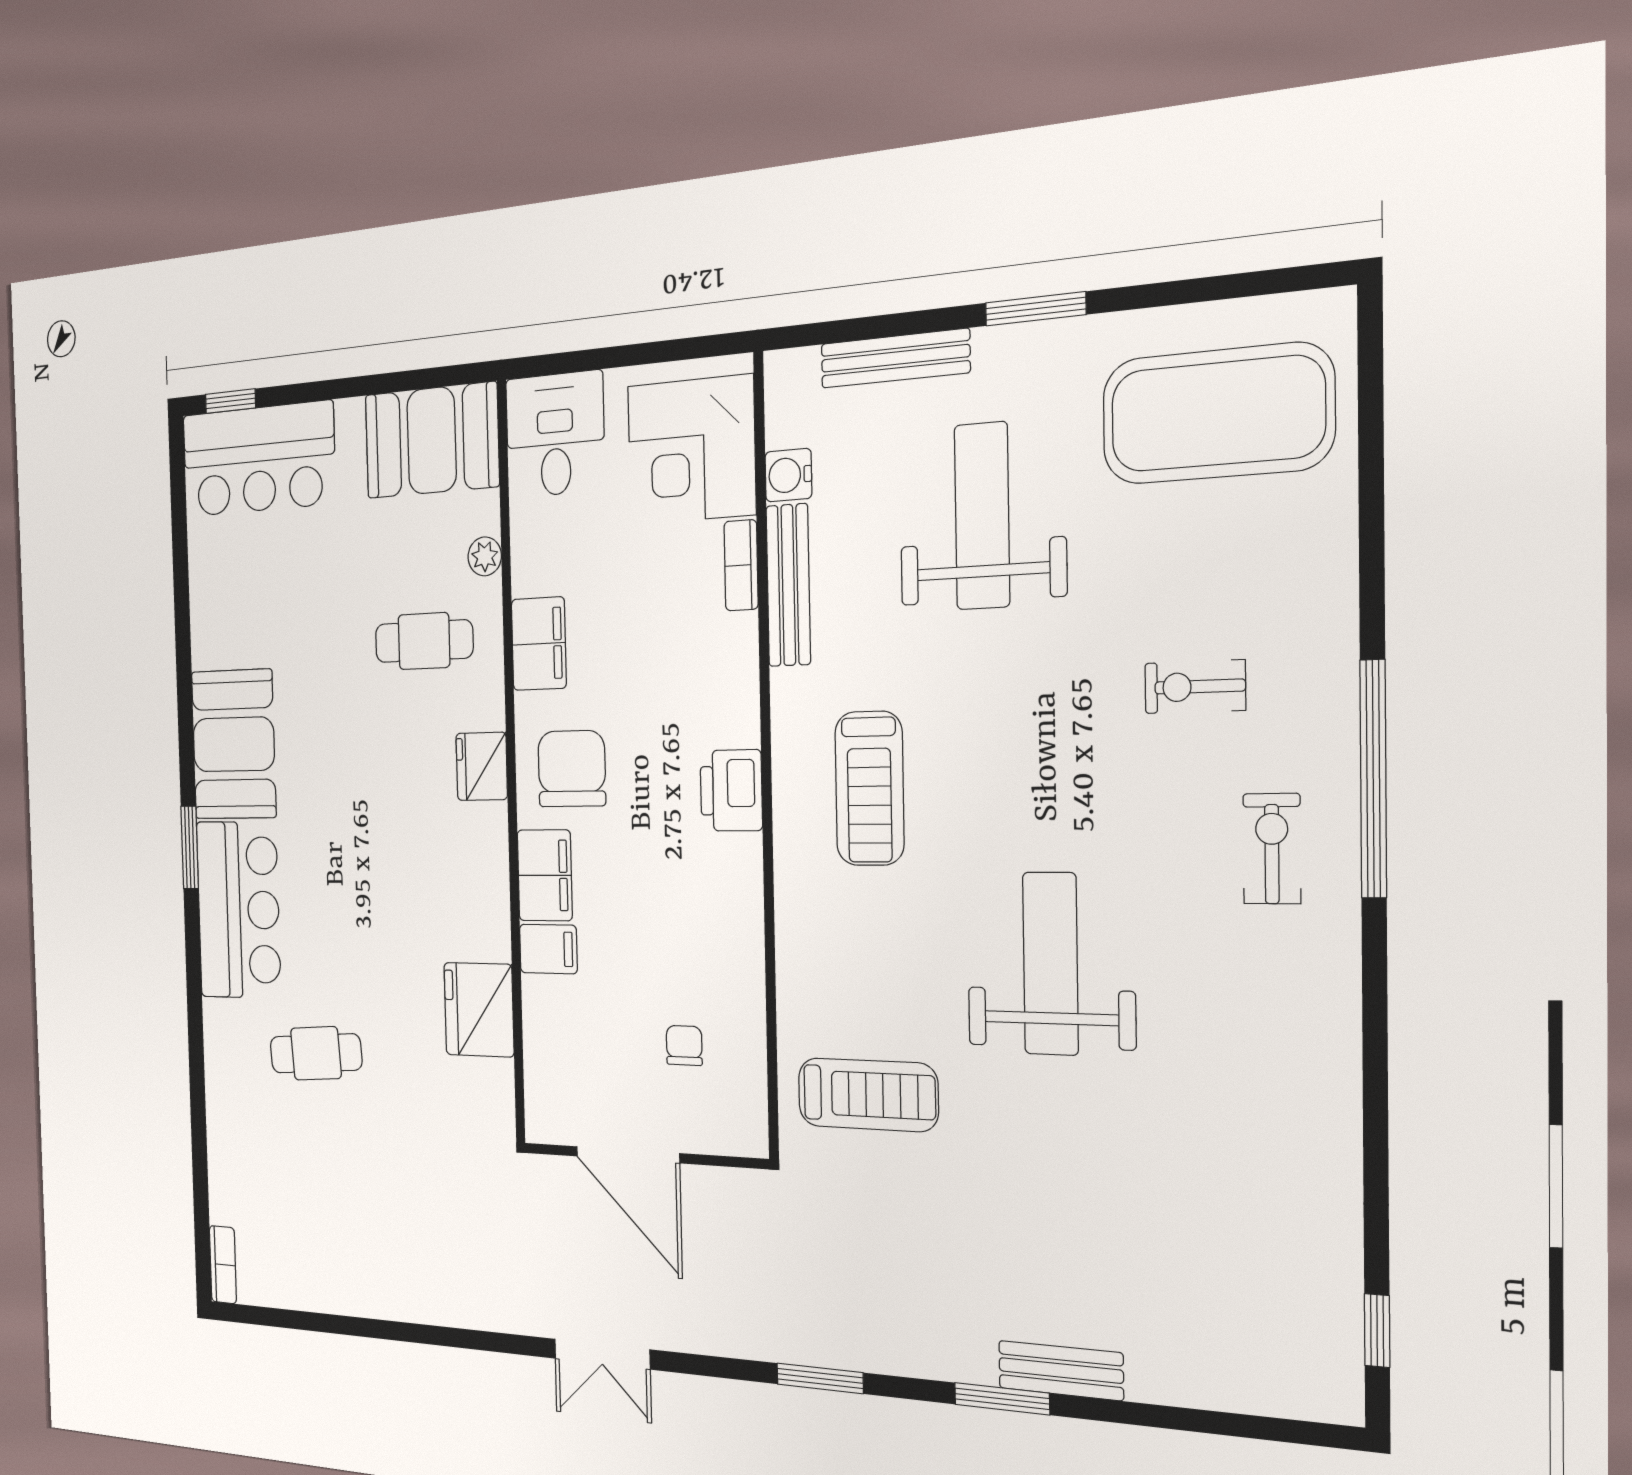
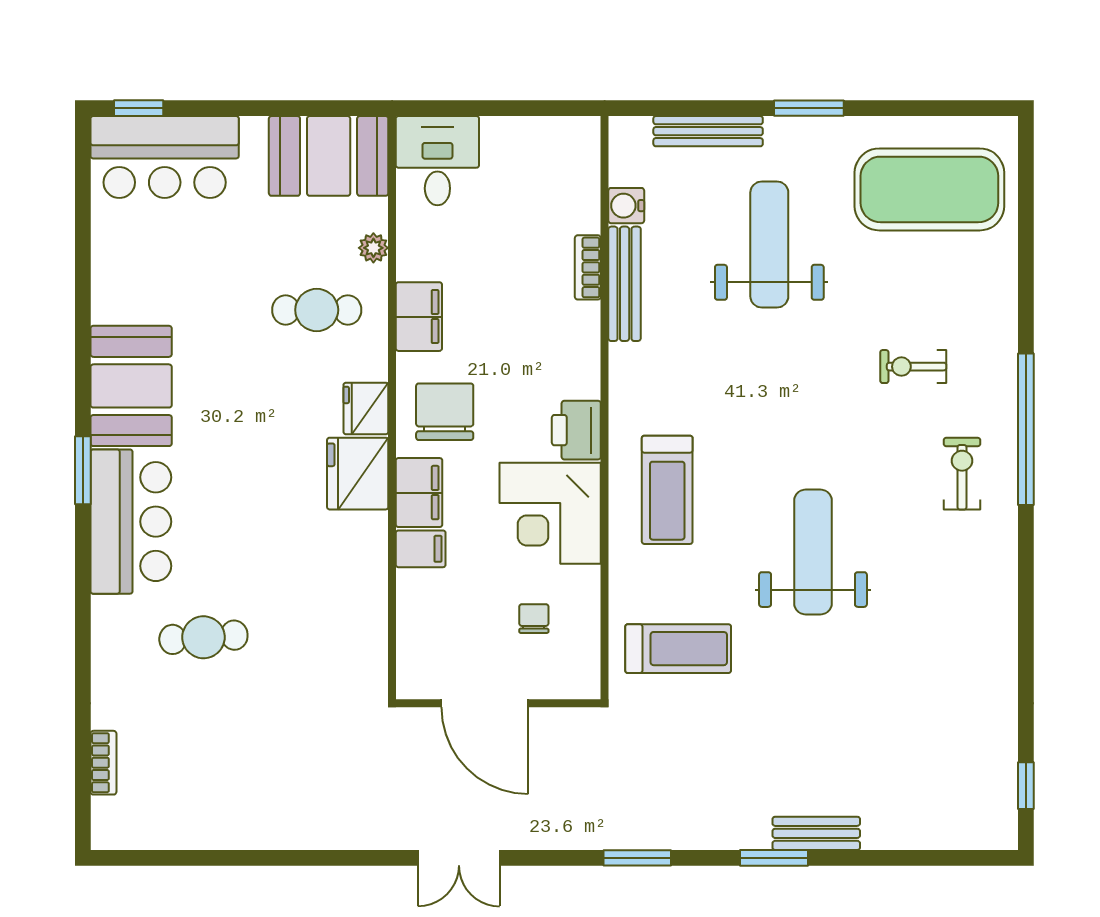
corner desk: (691, 450) -> (550, 513), moved
treadmill: (869, 788) -> (667, 490), moved
fridge: (479, 1010) -> (358, 474), moved
bookcase: (223, 1265) -> (103, 763), moved

